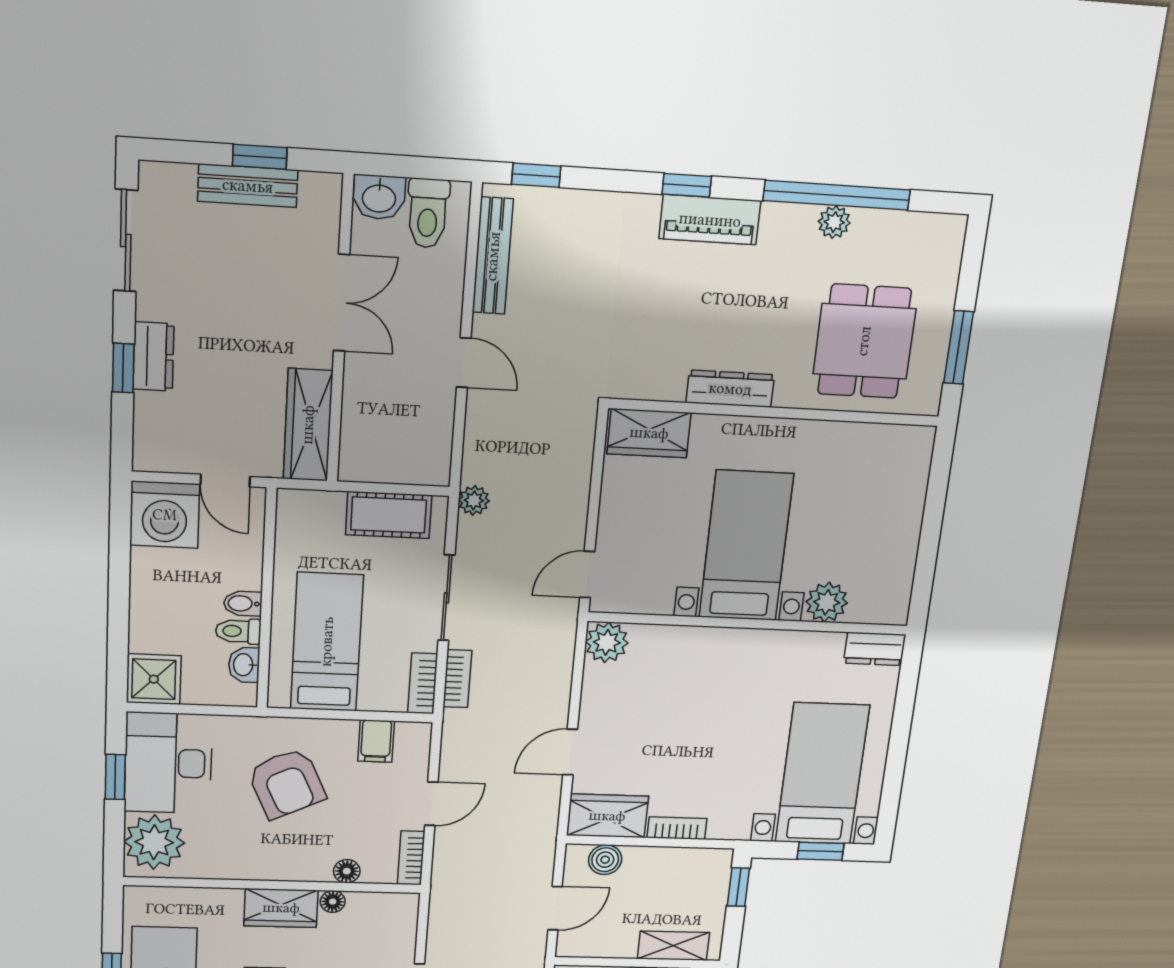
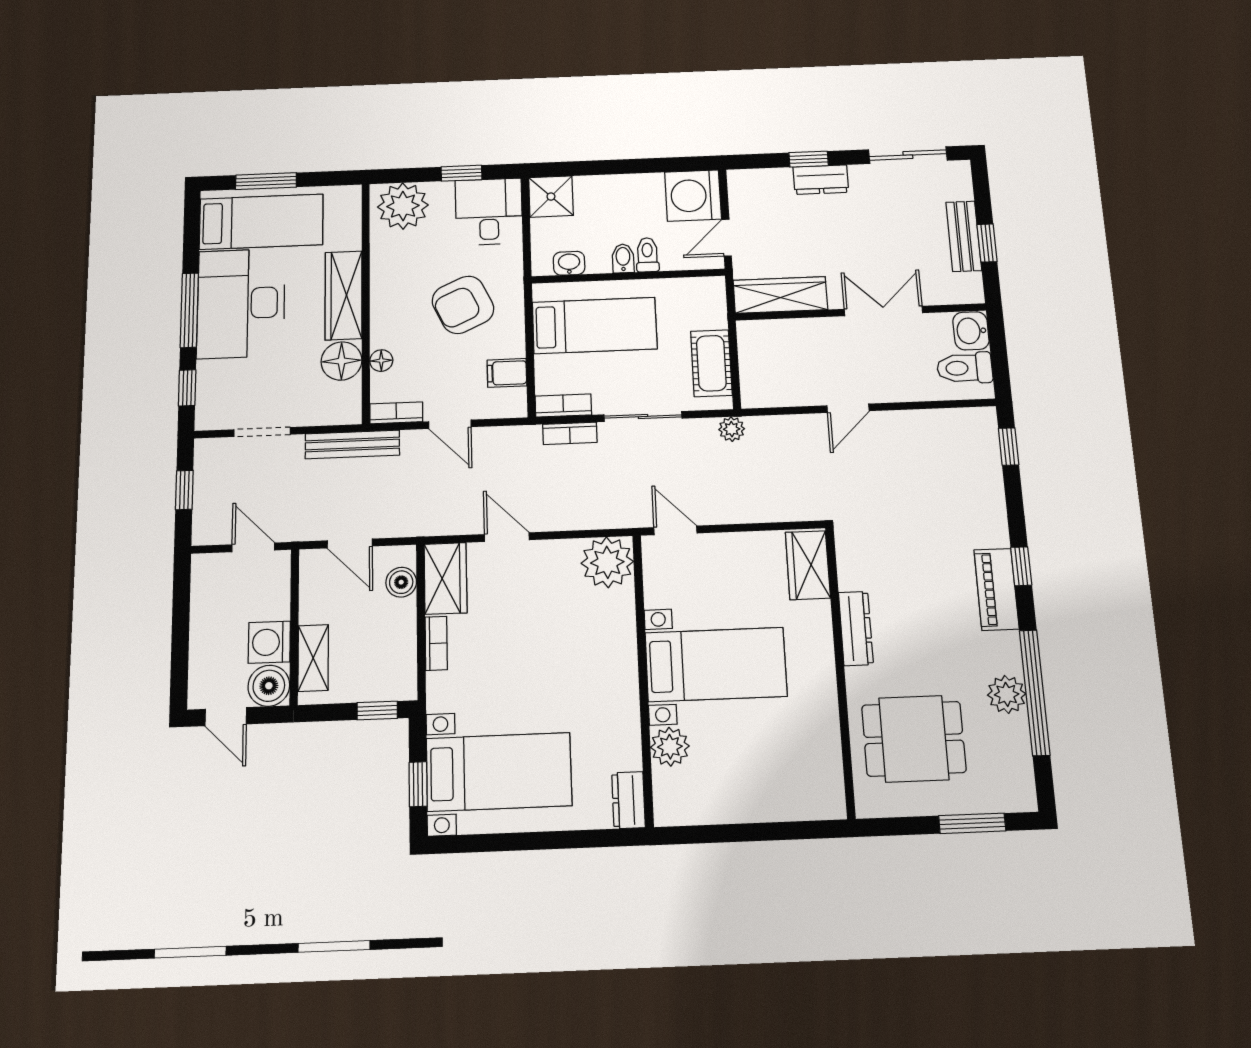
plant: (834, 222) -> (1007, 694), width x1.38, depth x1.38
bench: (493, 256) -> (352, 445), moved
double door: (342, 303) -> (883, 311), swing flipped
window: (959, 347) -> (972, 823), moved
toilet: (238, 631) -> (647, 255), moved
plant: (607, 642) -> (607, 562), width x1.36, depth x1.36
desk: (168, 763) -> (489, 212), width x0.73
floor lamp: (333, 902) -> (341, 361), width x1.89, depth x1.89
wardrobe: (281, 908) -> (344, 295), width x1.50

